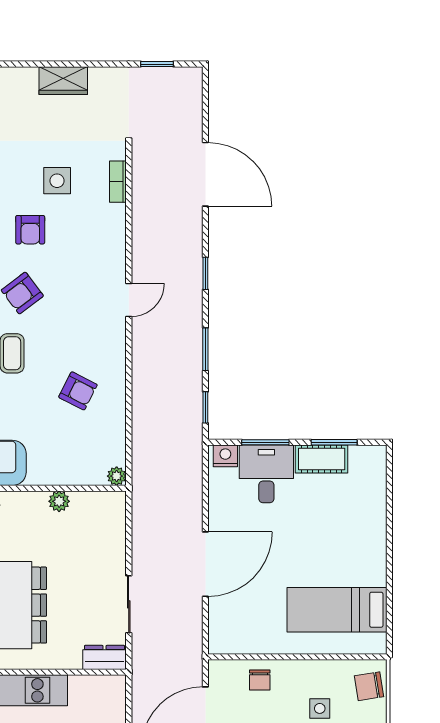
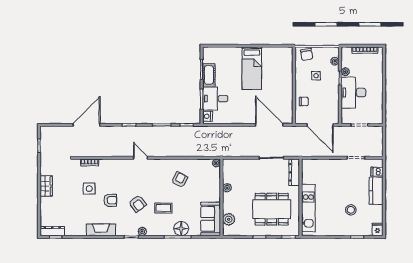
door: (205, 564) -> (269, 125), moved
bed: (337, 610) -> (252, 68), moved
dresser: (105, 657) -> (294, 172), width x1.44

